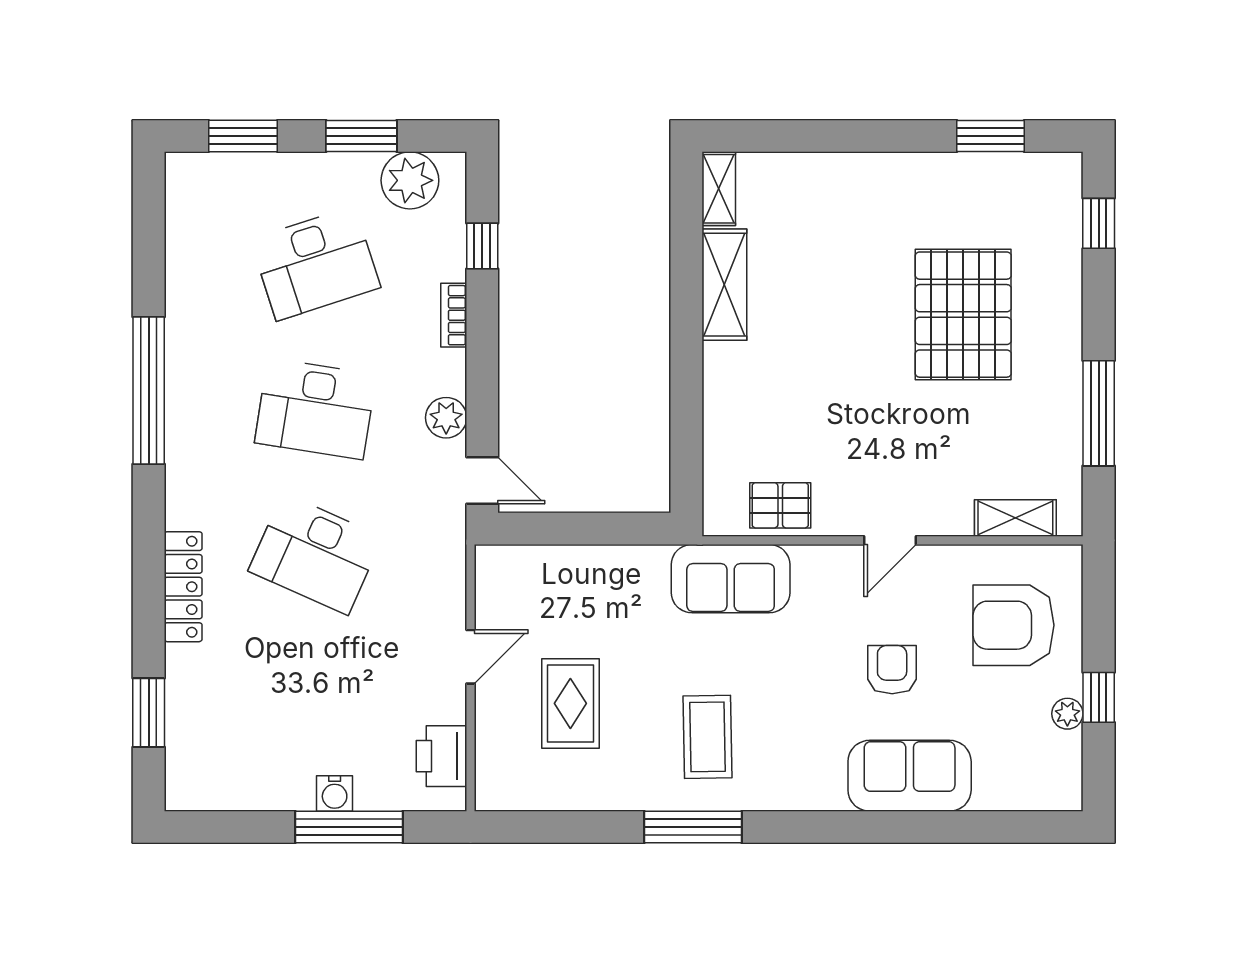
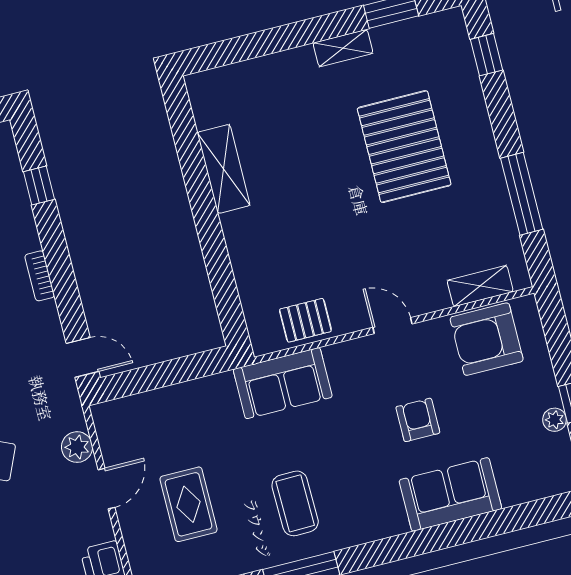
shelving: (719, 189) -> (343, 48), moved, turned 90
bookcase: (454, 315) -> (40, 276), moved
plant: (446, 418) -> (77, 447), moved
door: (890, 540) -> (392, 326), swing flipped
armchair: (1014, 625) -> (487, 339), moved

